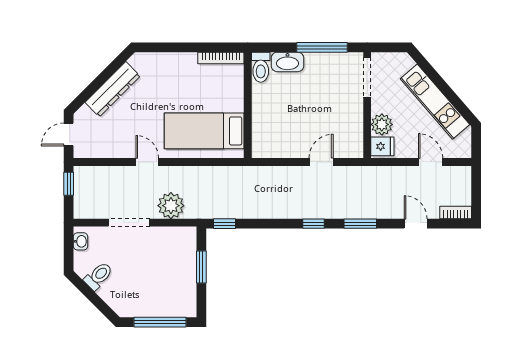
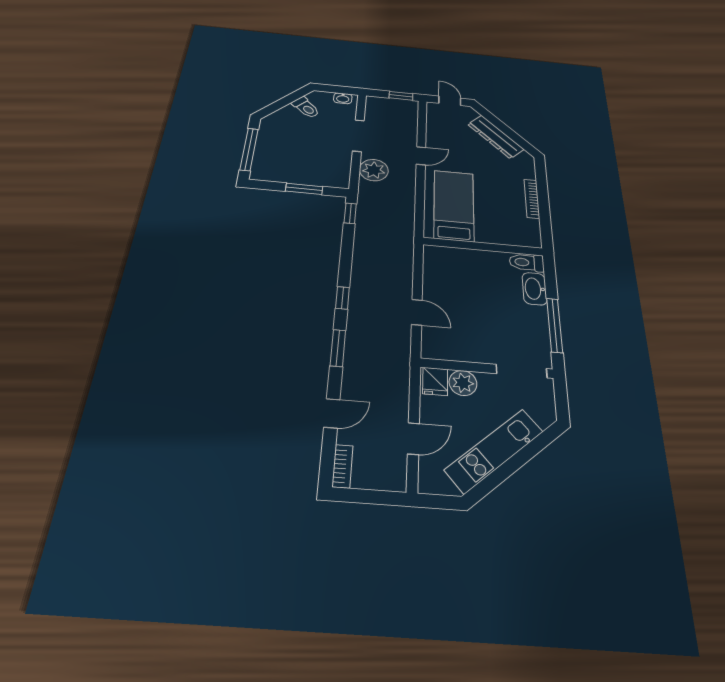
bookcase: (221, 58) -> (532, 199), moved

